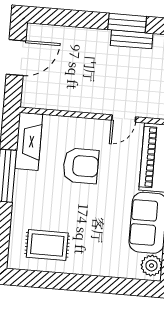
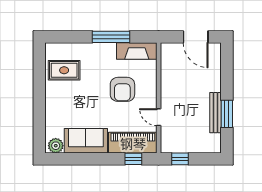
bench: (132, 39) -> (215, 113), width x1.36
rug: (47, 245) -> (64, 70), turned 90

